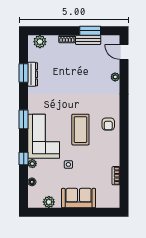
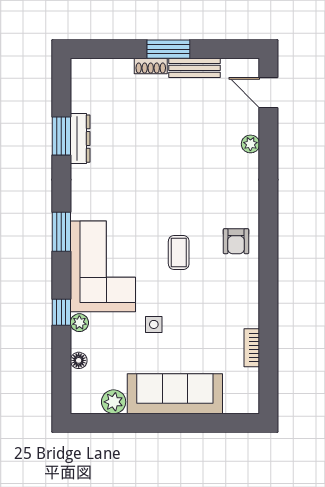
window: (90, 31) -> (168, 49), moved
plant: (40, 42) -> (95, 71), removed
coffee table: (80, 130) -> (179, 253), width x0.54, depth x0.58
sofa: (79, 198) -> (175, 394), width x1.36

